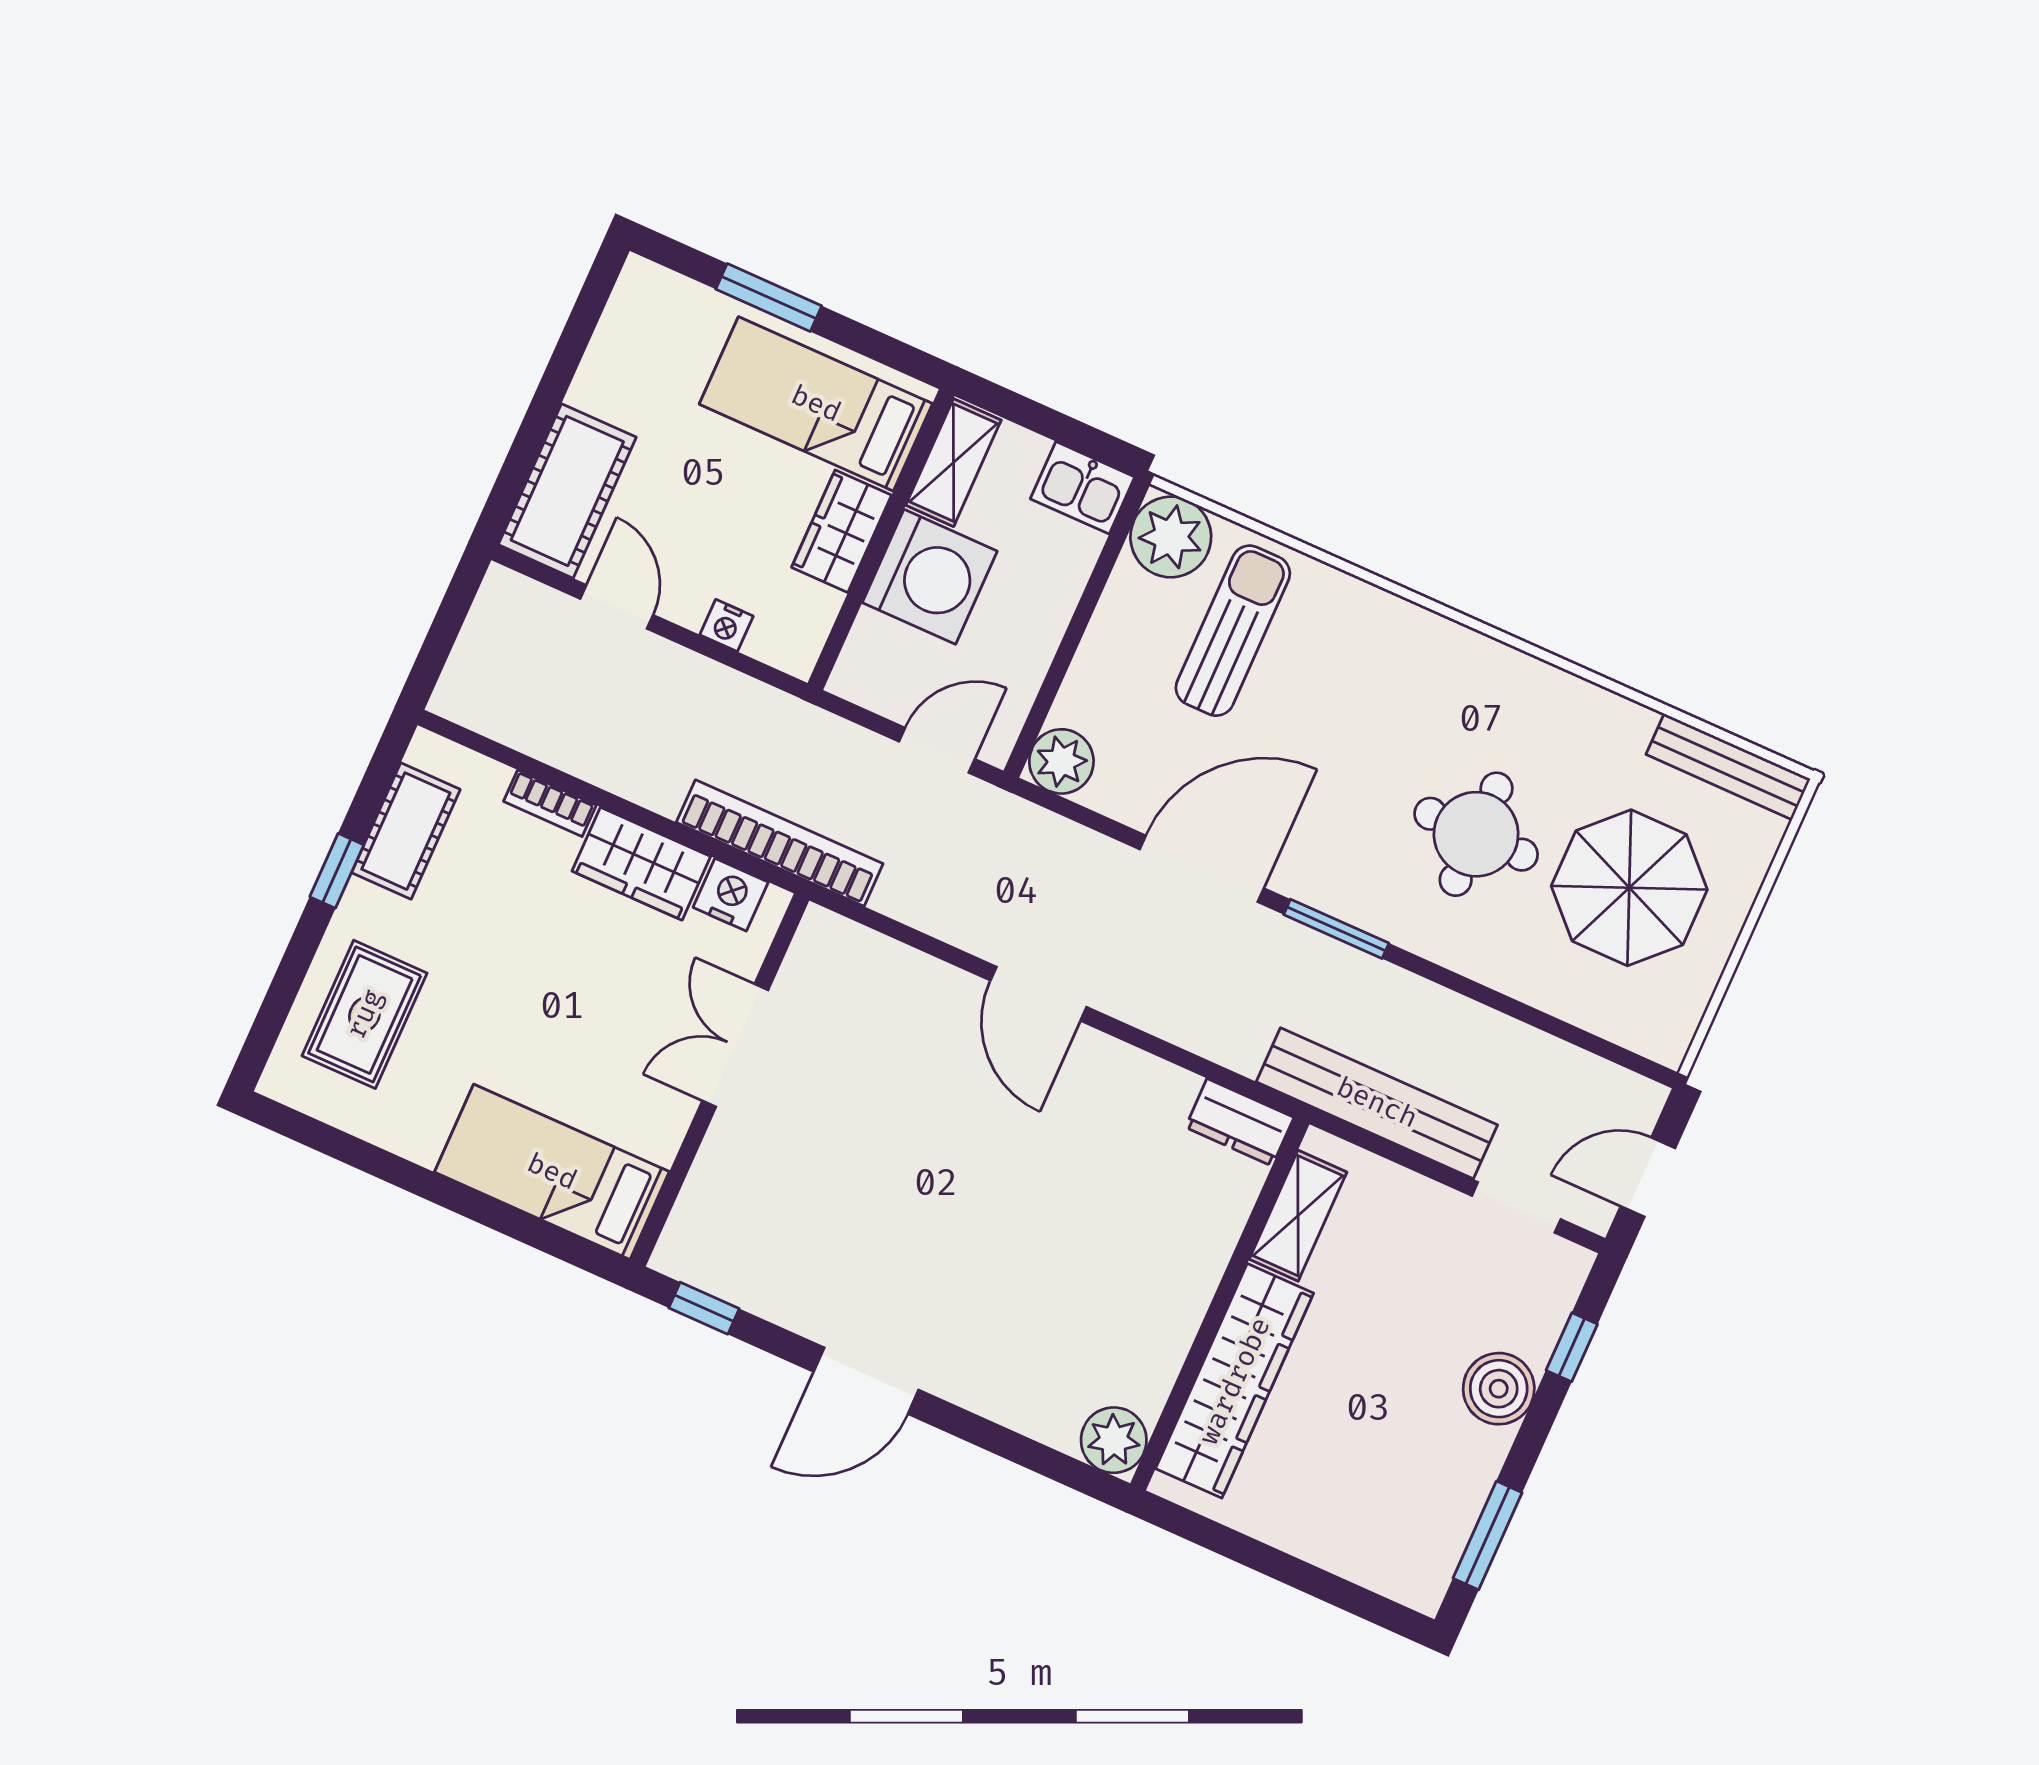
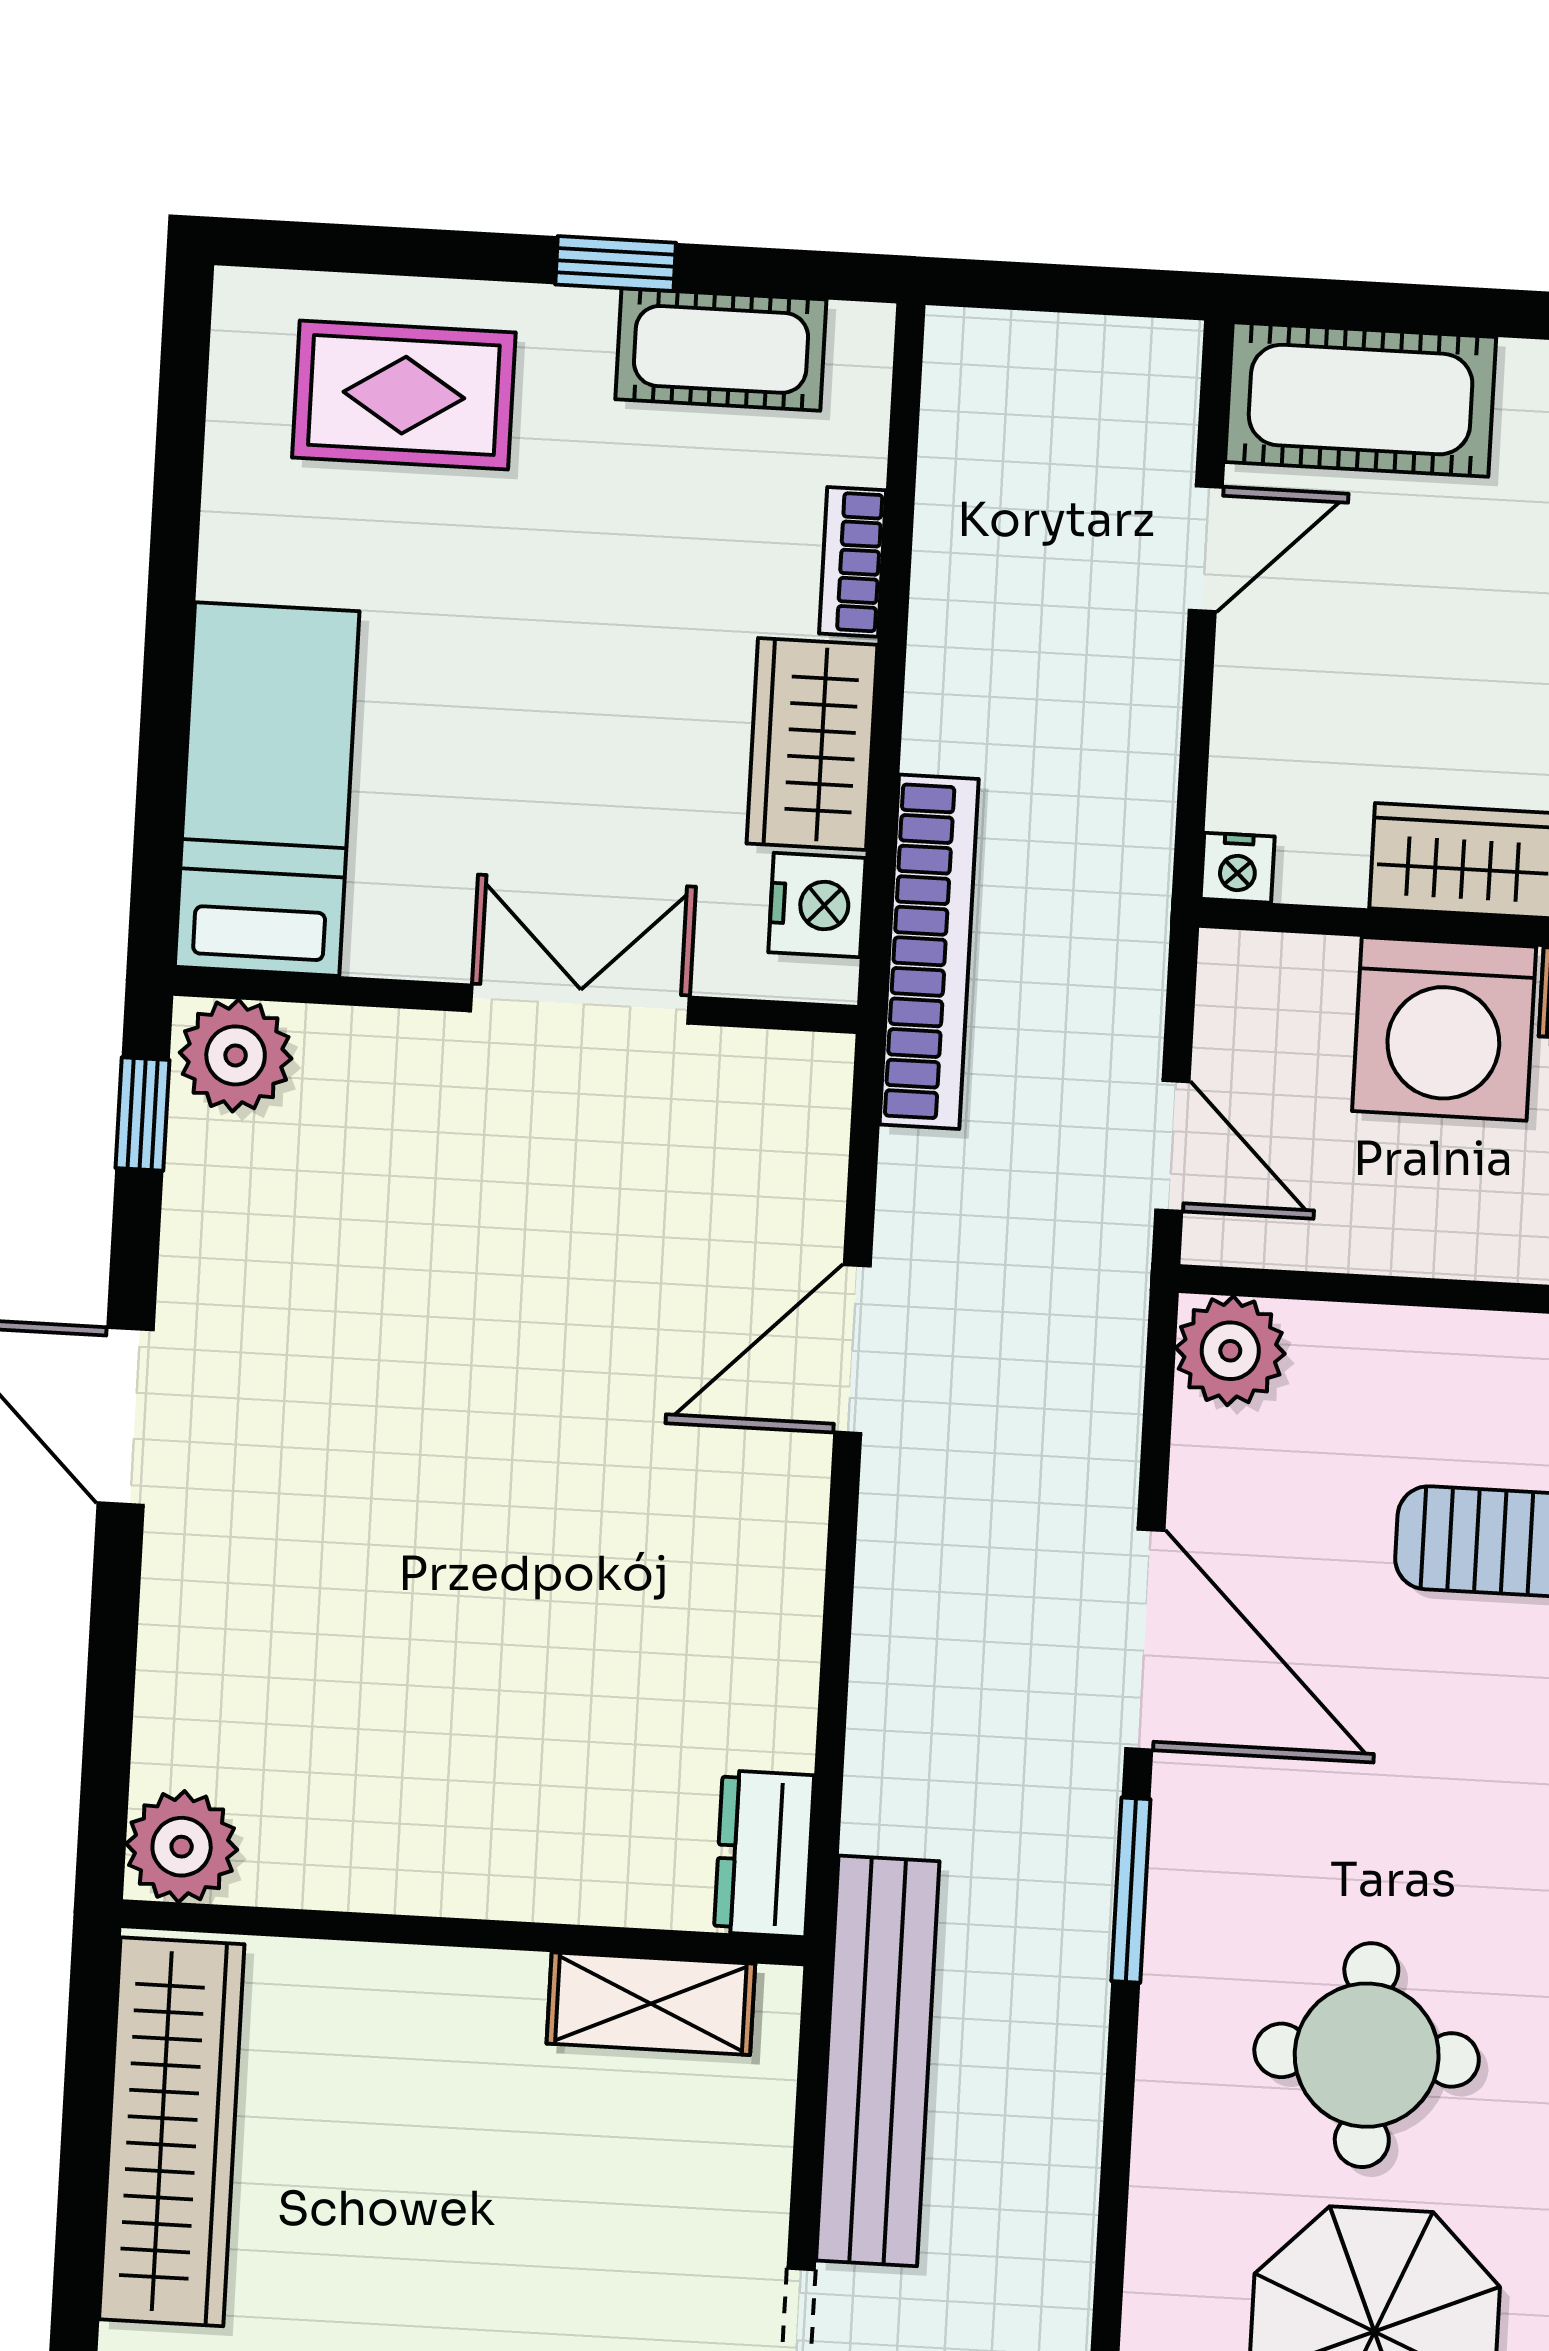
nightstand: (727, 625) -> (1238, 868), moved, turned -90
door: (1038, 994) -> (853, 1349), moved
plant: (691, 1245) -> (236, 1055), added
wardrobe: (1235, 1381) -> (172, 2132), moved, turned -90

